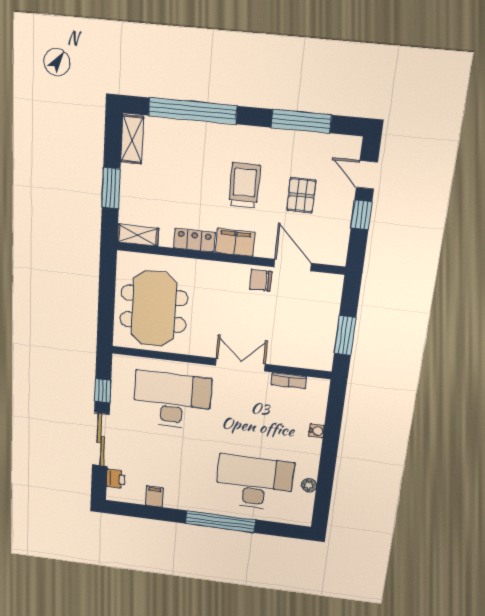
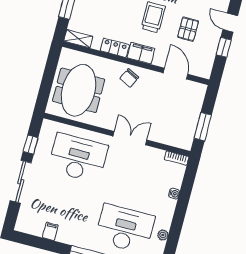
chair: (261, 280) -> (129, 78), moved, turned -65
bookcase: (289, 381) -> (177, 158), moved
printer: (116, 479) -> (25, 214), removed

